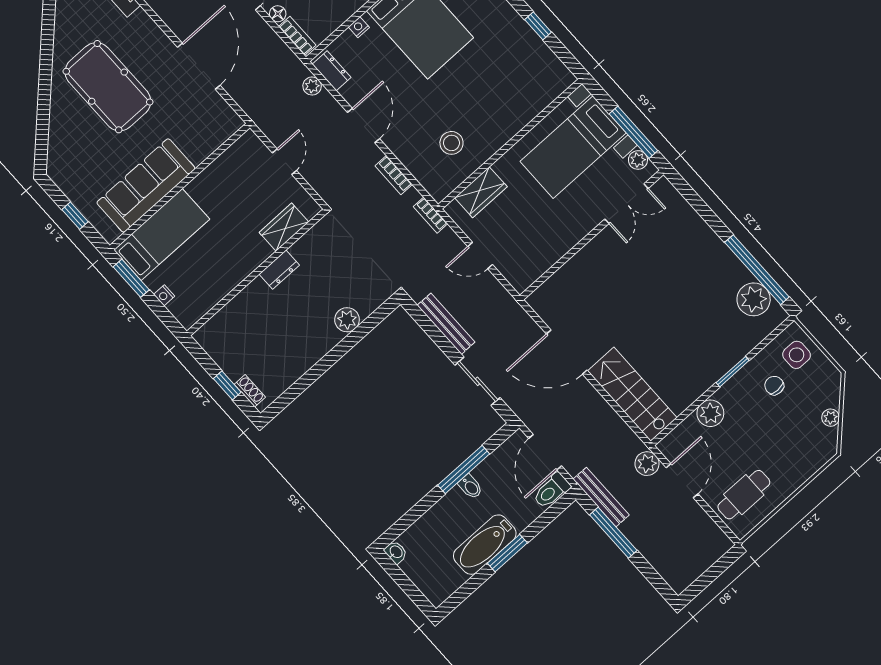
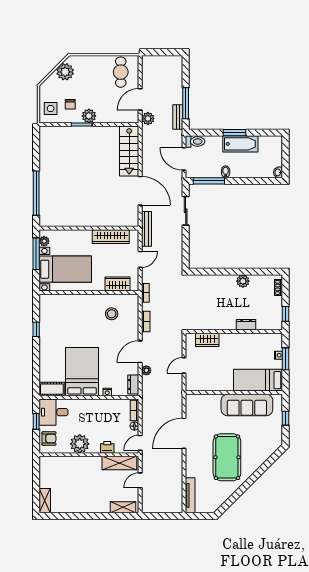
plant: (312, 86) -> (146, 370), moved
double door: (627, 204) -> (64, 228), removed
wardrobe: (550, 251) -> (111, 237), added
door: (480, 256) -> (140, 259), hinge flipped
dresser: (279, 270) -> (246, 325), moved
window: (757, 270) -> (36, 193), moved
window: (131, 278) -> (285, 359), moved
plant: (754, 299) -> (48, 146), removed
plant: (347, 320) -> (243, 281), moved
bench: (446, 324) -> (146, 229), moved
window: (227, 385) -> (285, 314), moved
plant: (710, 413) -> (89, 116), moved
plant: (831, 418) -> (65, 72), width x1.87, depth x1.87
door: (545, 452) -> (184, 159), swing flipped
window: (464, 470) -> (209, 181), moved
cafe table: (744, 495) -> (121, 72), turned 90
bench: (601, 497) -> (178, 117), width x0.73

